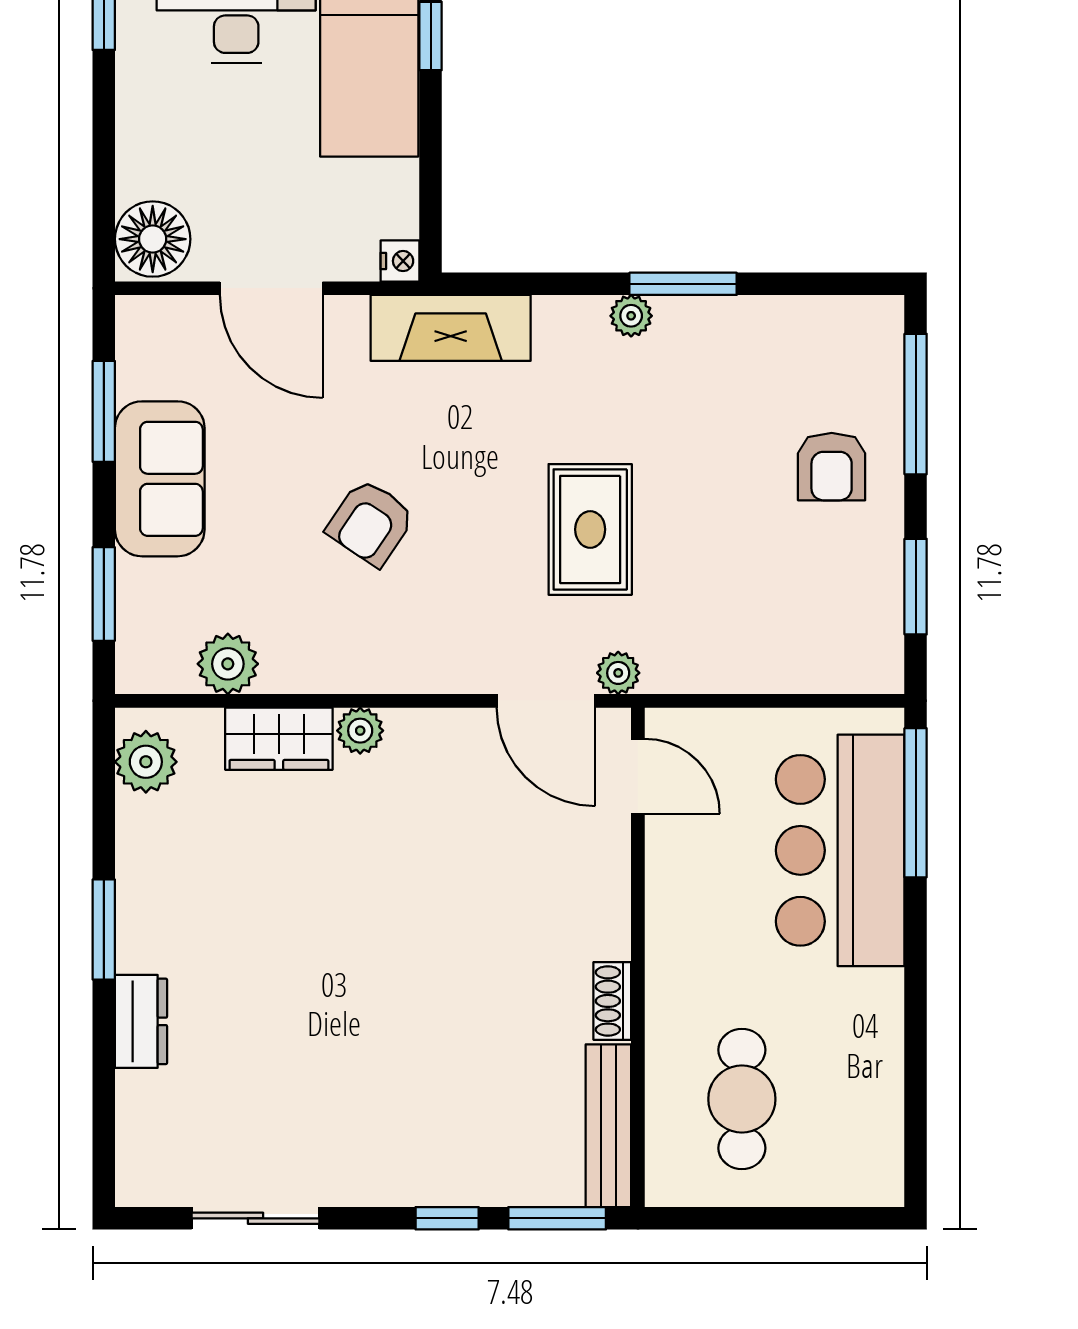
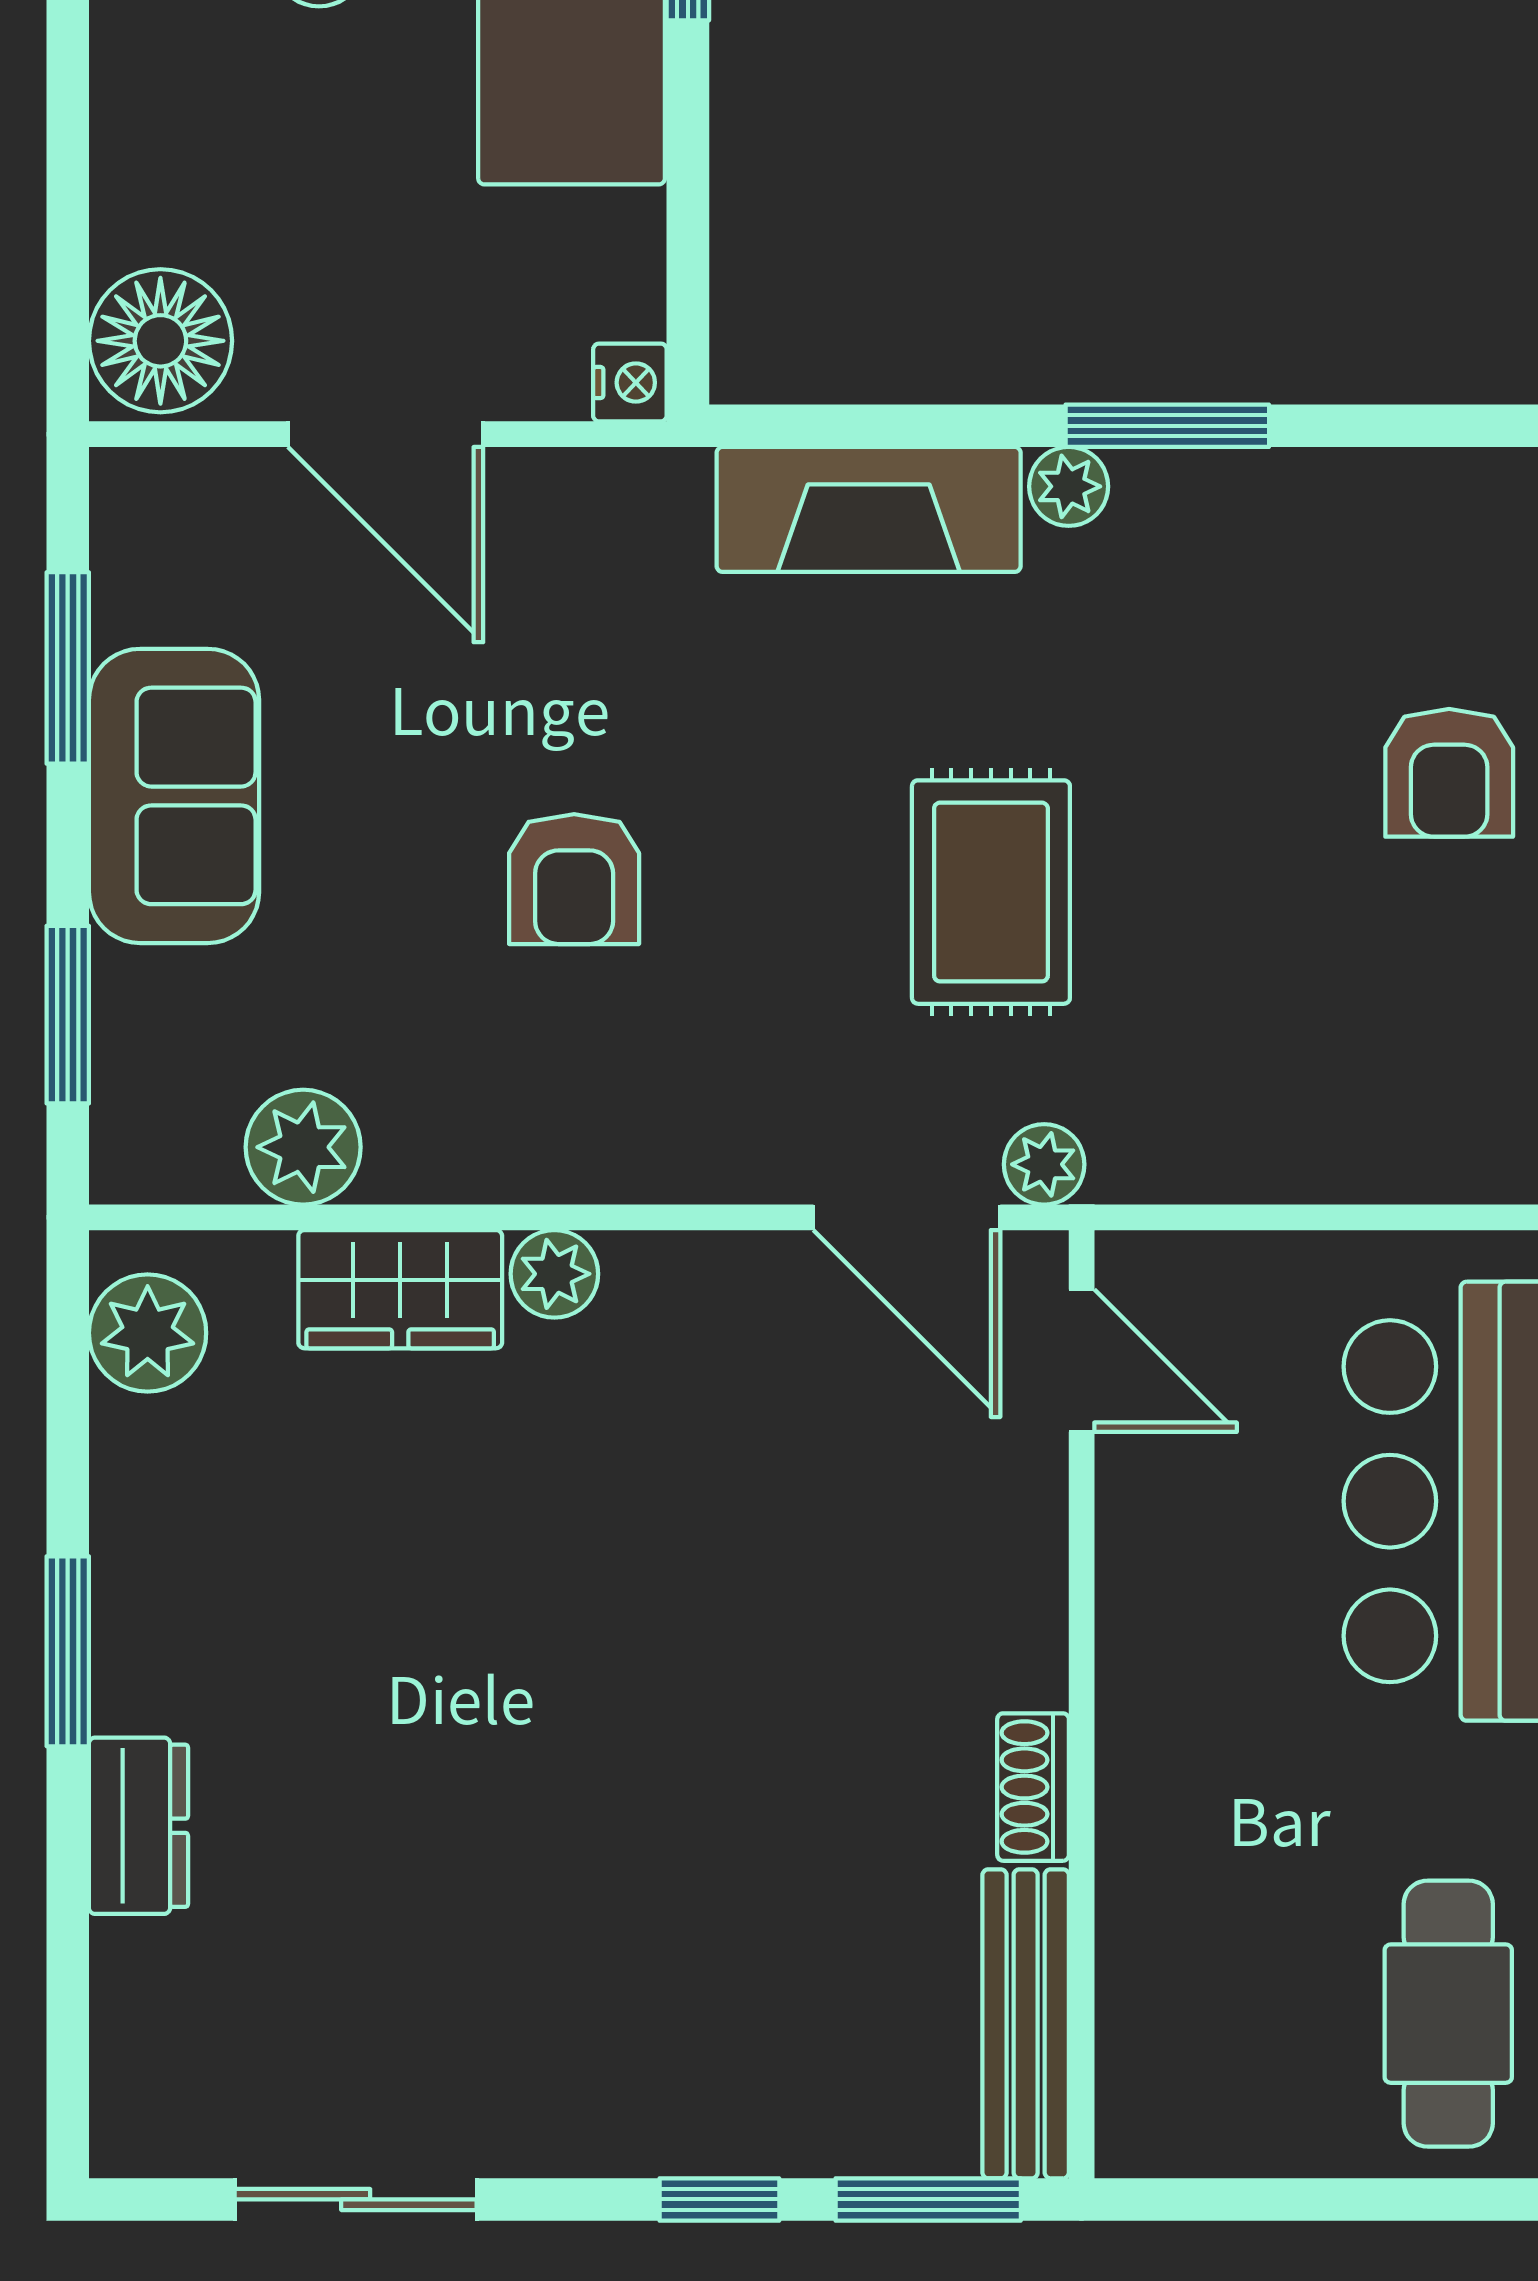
fireplace: (451, 328) -> (869, 509), moved
armchair: (371, 523) -> (574, 879), turned -34
cafe table: (742, 1099) -> (1448, 2014), moved

